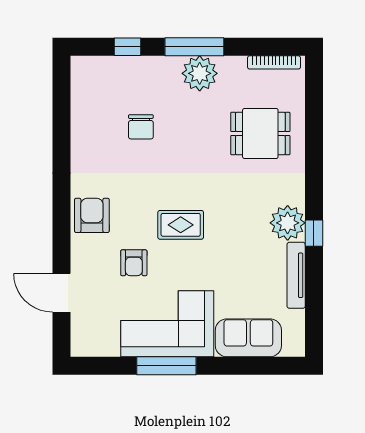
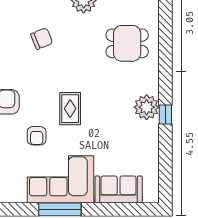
chair: (141, 127) -> (42, 39), turned -112
rug: (181, 225) -> (70, 109), turned 90
tv unit: (296, 275) -> (153, 145), removed

